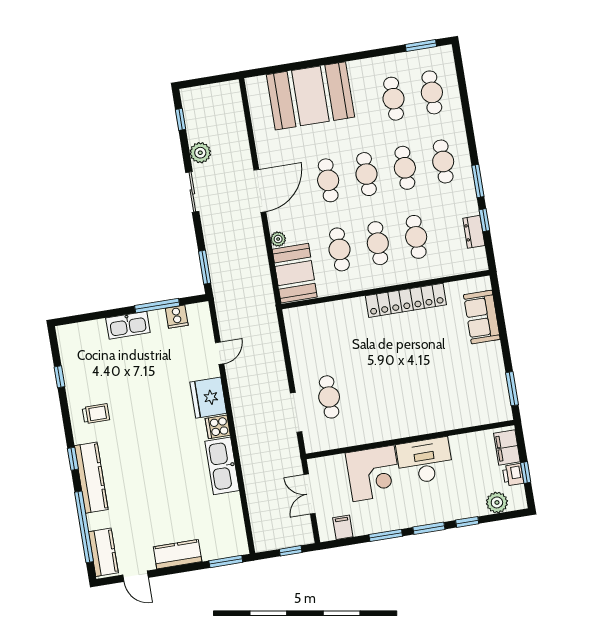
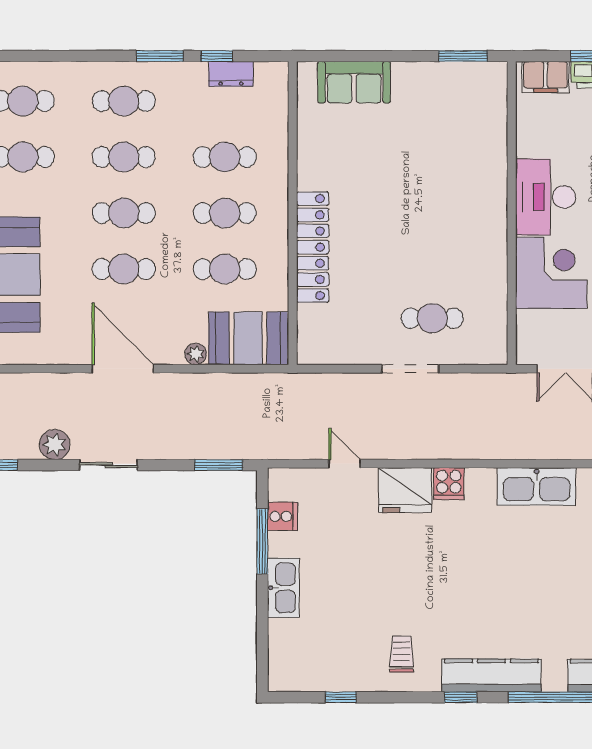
locker: (406, 300) -> (313, 247), moved
doorway: (296, 412) -> (410, 369), moved
kitchen sink: (222, 466) -> (537, 487), moved

